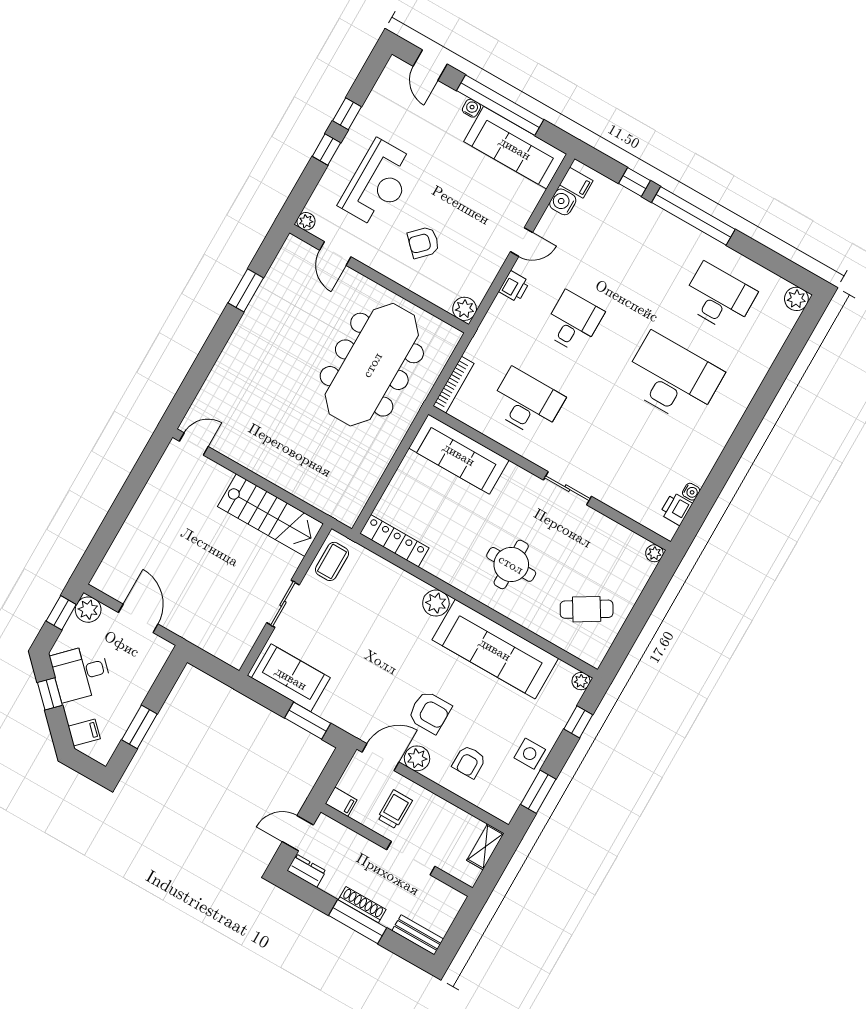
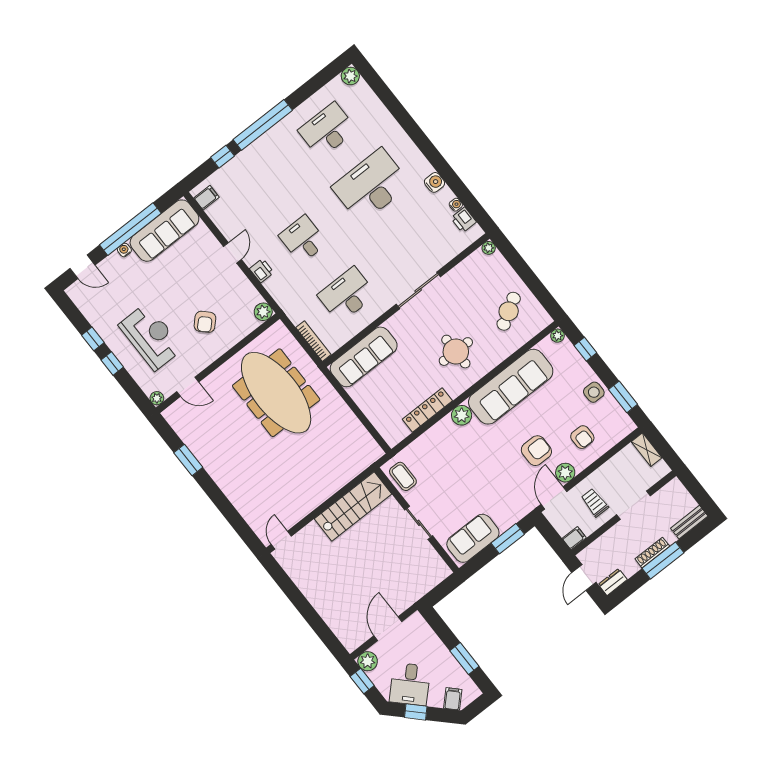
water cooler: (563, 202) -> (435, 182), moved, turned 180
sliding door: (567, 488) -> (418, 291), width x1.37
locker: (394, 541) -> (427, 410), moved
door: (138, 618) -> (388, 629), hinge flipped

